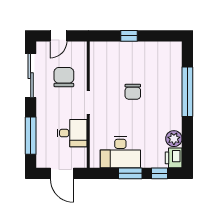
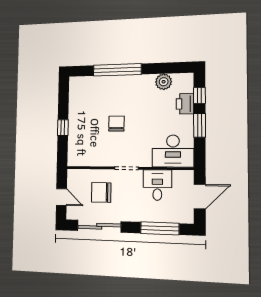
chair: (133, 92) -> (116, 124), turned -90
desk: (120, 152) -> (173, 151), moved, turned 90
printer: (174, 158) -> (185, 104), moved, turned 90

